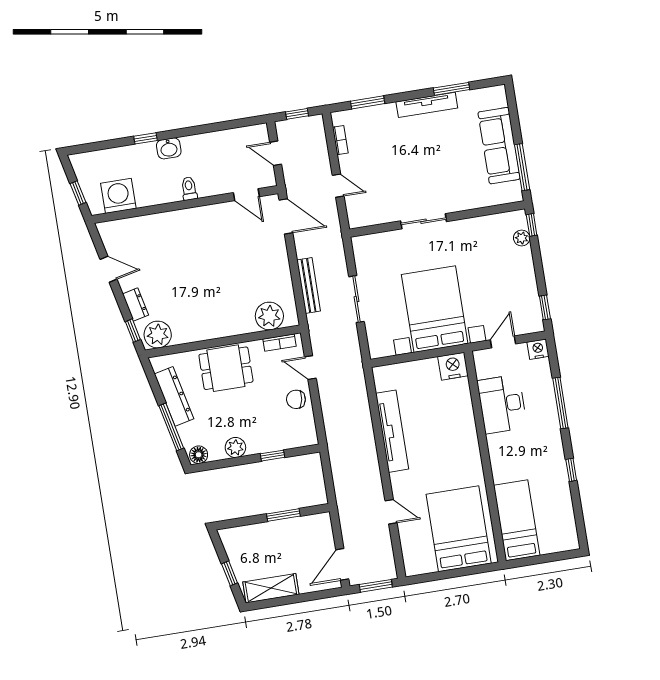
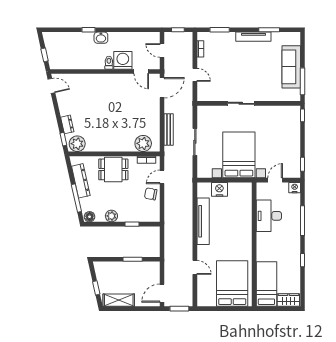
washing machine: (118, 196) -> (123, 60), moved
door: (286, 216) -> (162, 88), hinge flipped
plant: (522, 238) -> (296, 122), removed
door: (108, 269) -> (51, 86), moved
nightstand: (453, 366) -> (219, 189), moved
door: (310, 368) -> (162, 177), hinge flipped
wardrobe: (558, 541) -> (288, 300), added

